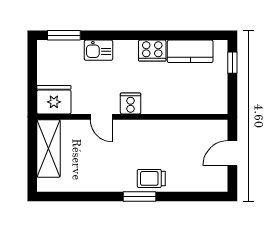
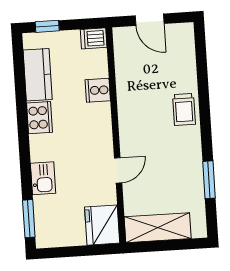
cooker: (131, 103) -> (98, 90), moved
dishwasher: (219, 103) -> (94, 38), added
window: (140, 196) -> (209, 180), moved

